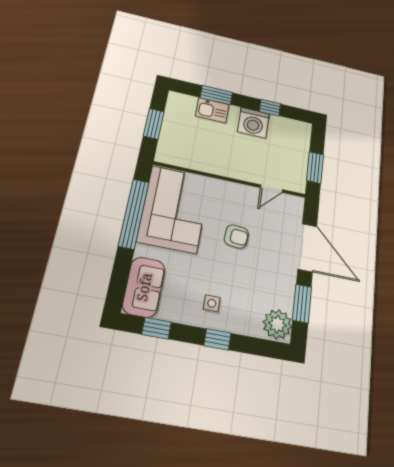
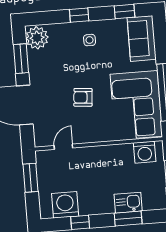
washing machine: (253, 123) -> (65, 205), moved
washing machine: (179, 155) -> (145, 152), added

